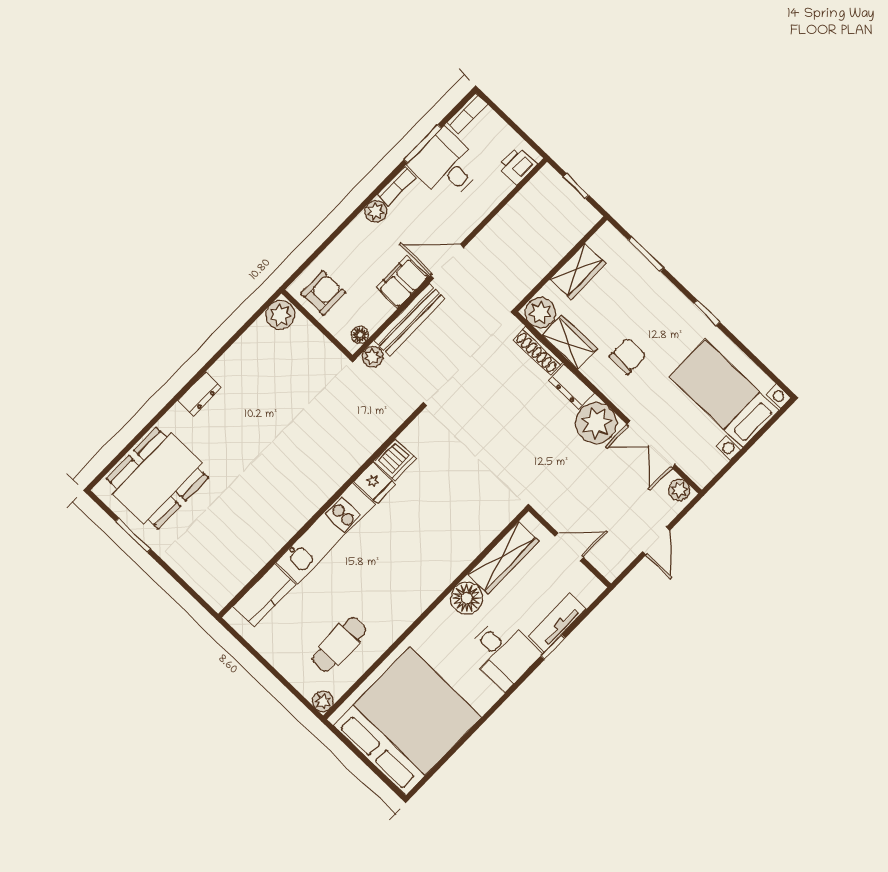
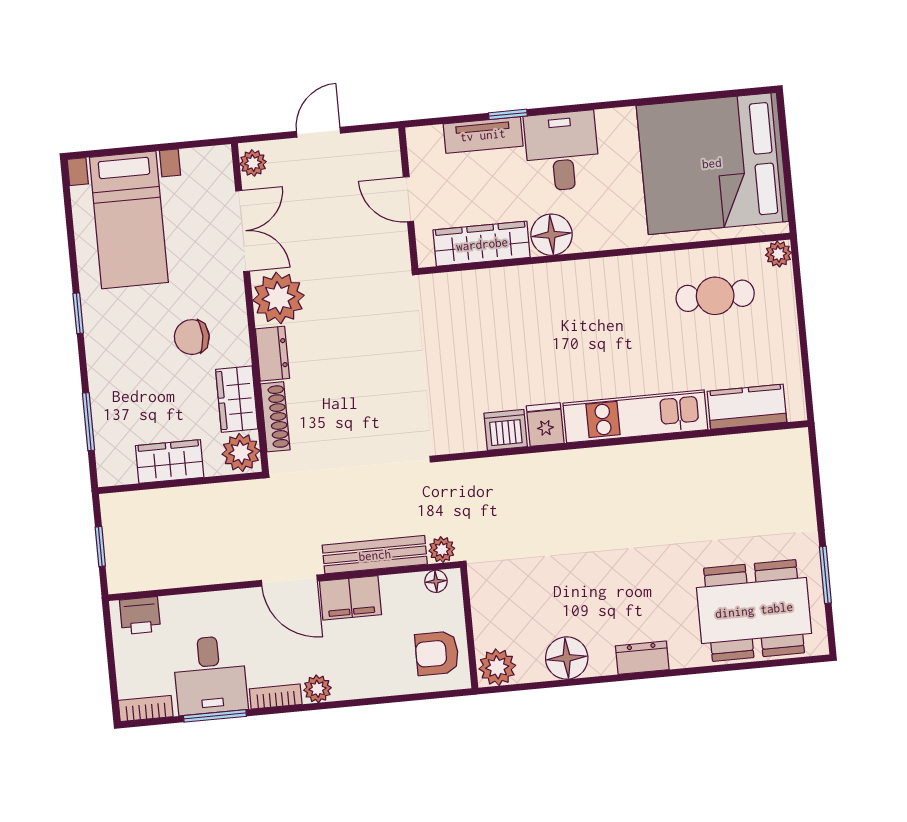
floor lamp: (244, 356) -> (567, 658), added

